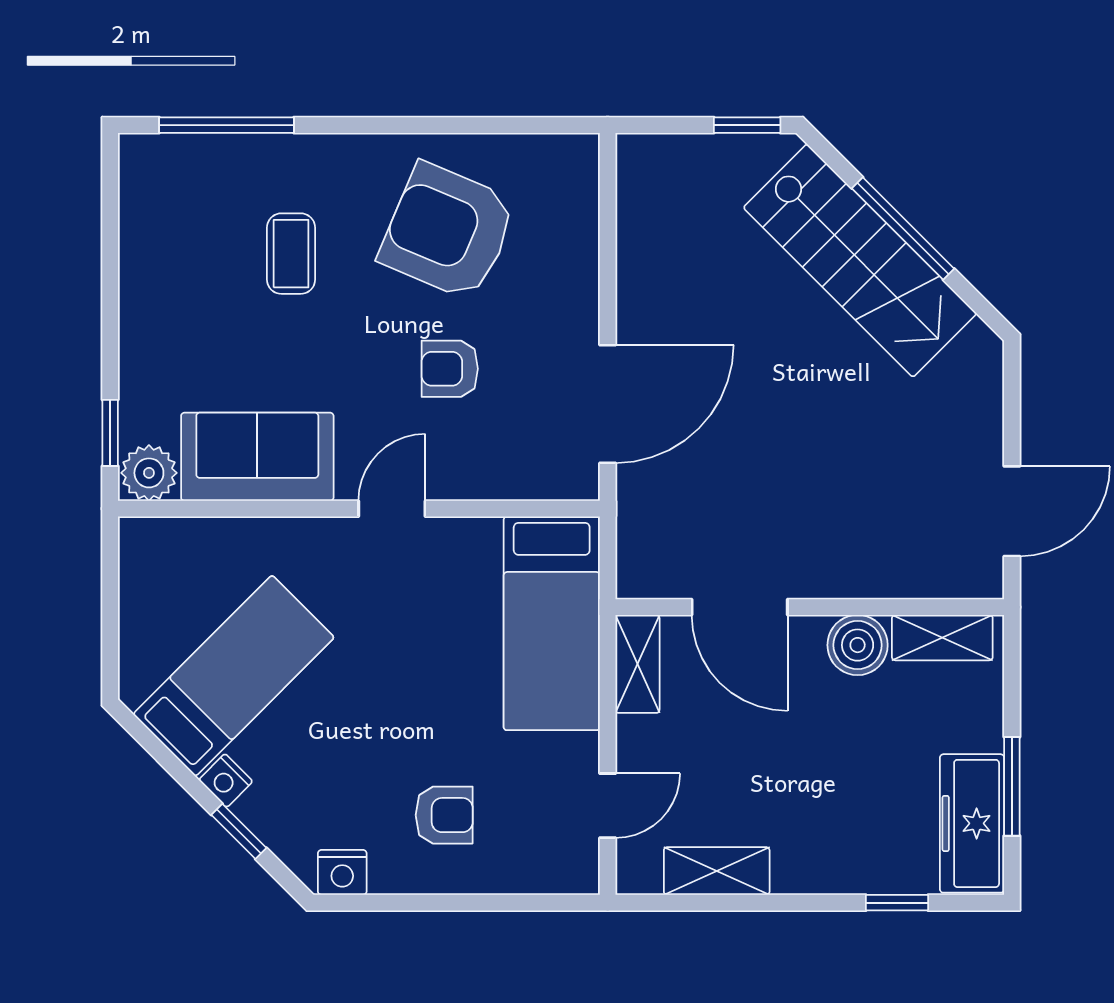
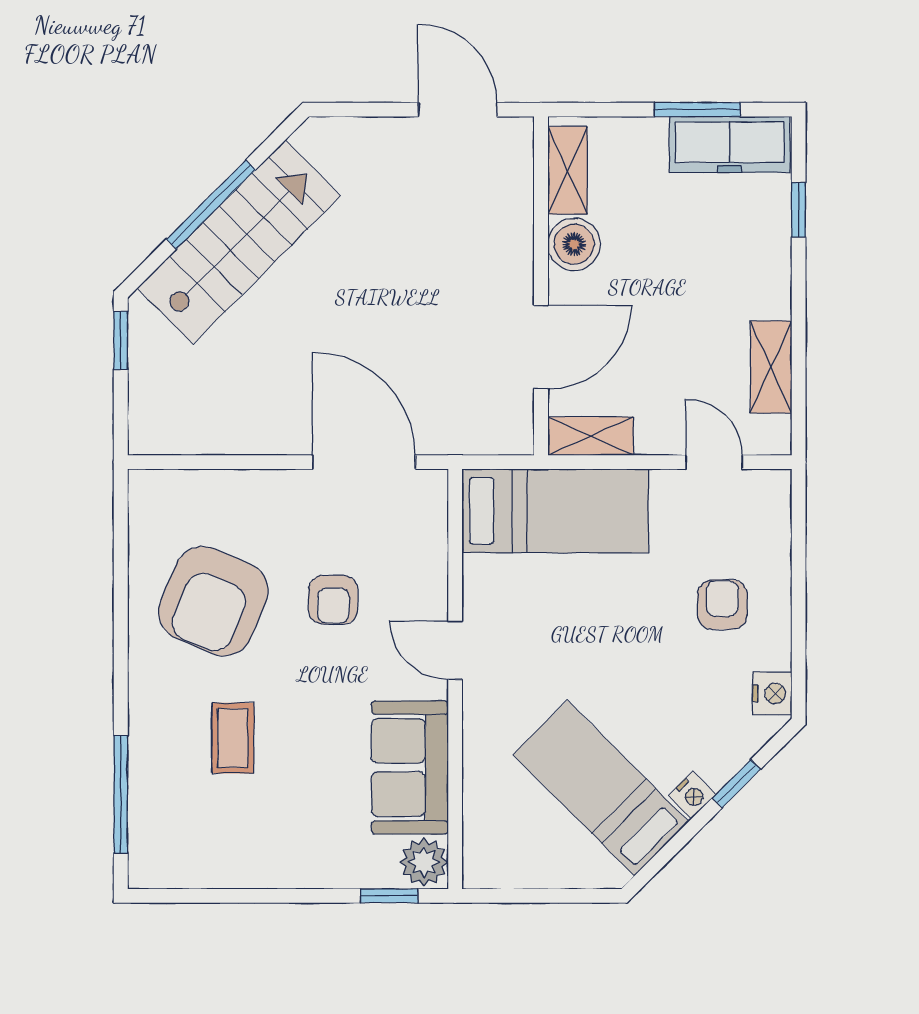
coffee table: (291, 254) -> (233, 738), turned 90

